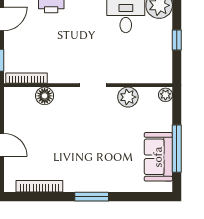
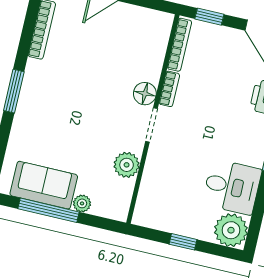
bookcase: (62, 78) -> (169, 89), added
plant: (165, 95) -> (82, 203), moved
floor lamp: (45, 96) -> (145, 94), moved

